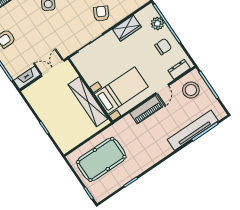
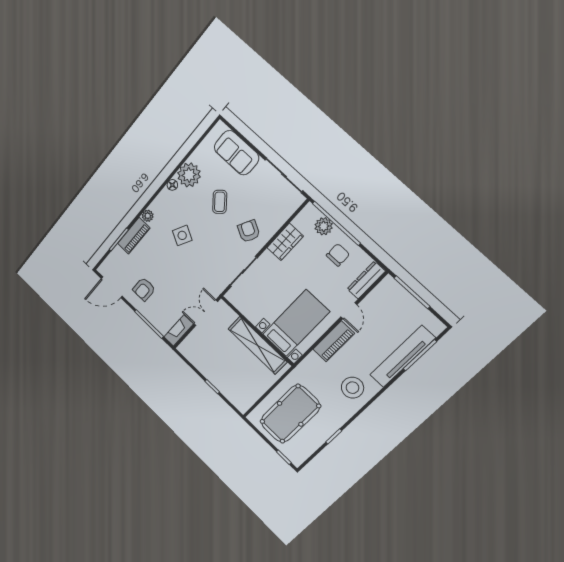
dresser: (179, 69) -> (366, 280), width x1.44
stool: (191, 90) -> (352, 388), moved

